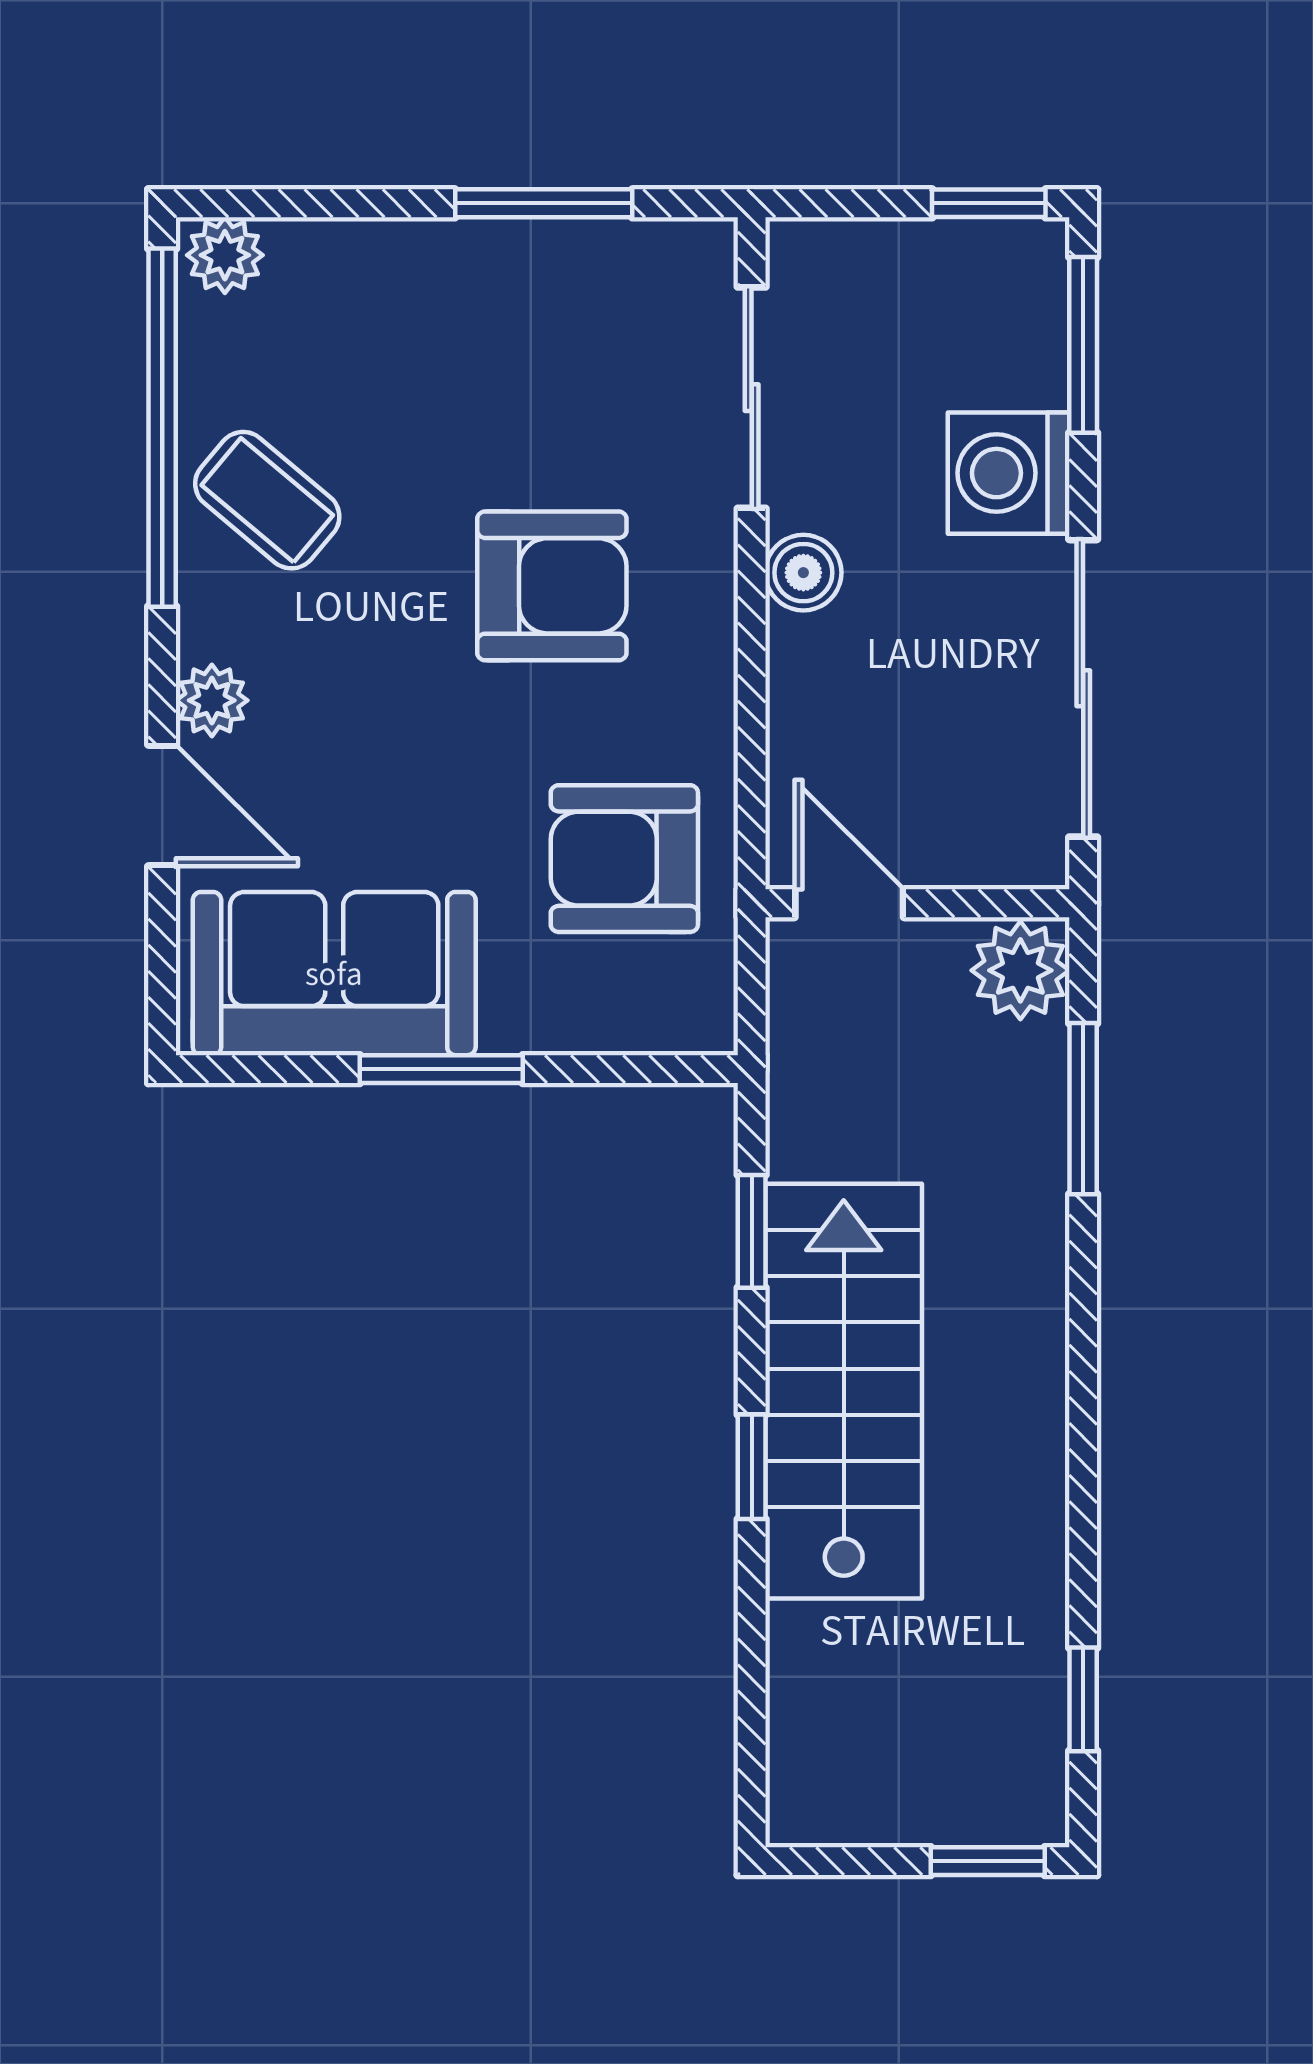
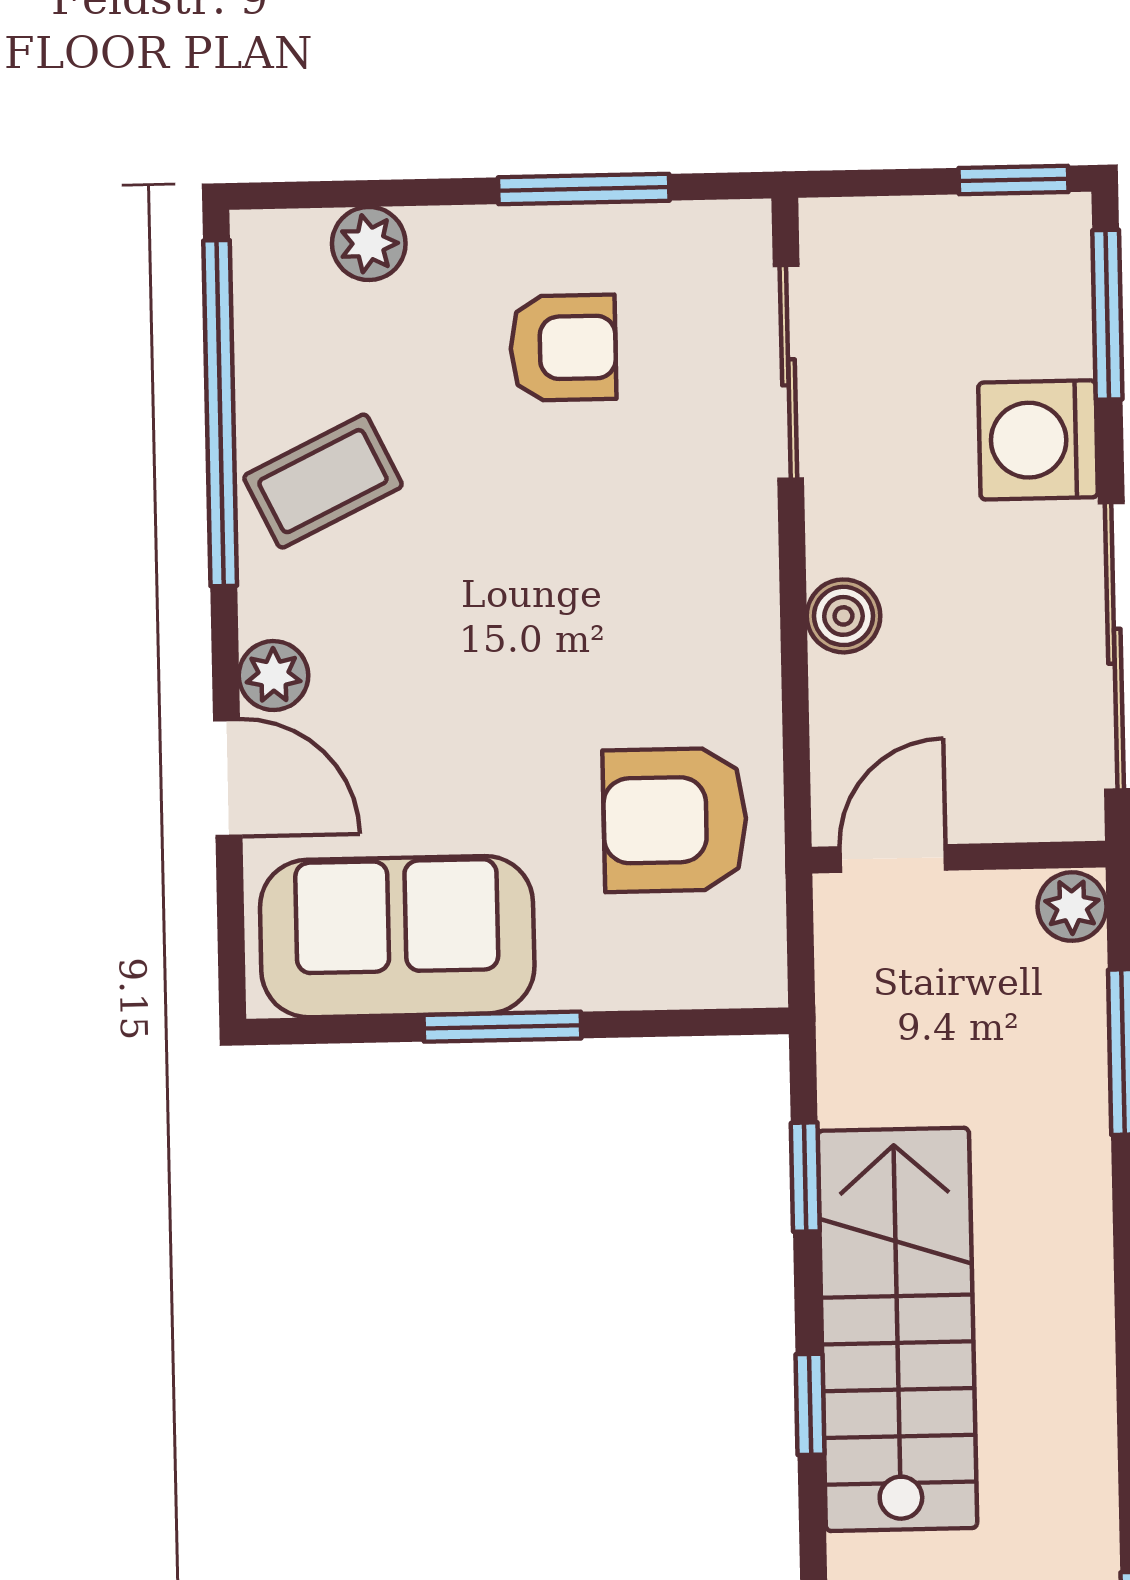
plant: (225, 255) -> (369, 244), moved
coffee table: (267, 500) -> (323, 481), turned -66
boiler: (803, 573) -> (843, 616), moved
armchair: (552, 586) -> (563, 348), moved, width x0.72, depth x0.72
door: (849, 903) -> (893, 858), hinge flipped
plant: (1020, 970) -> (1072, 907), width x0.73, depth x0.73

